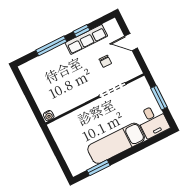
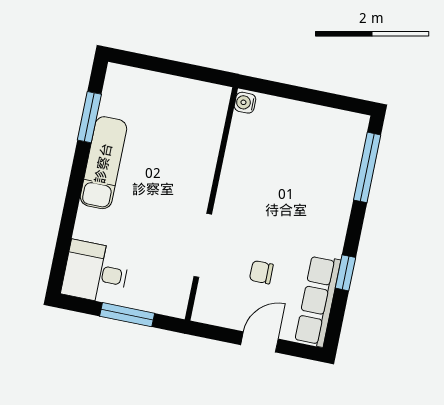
row of seats: (86, 39) -> (318, 301), moved
window: (51, 46) -> (367, 167), moved
exam couch: (116, 143) -> (103, 163), width x0.73, depth x0.69

